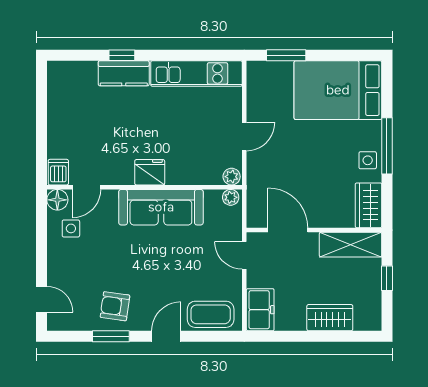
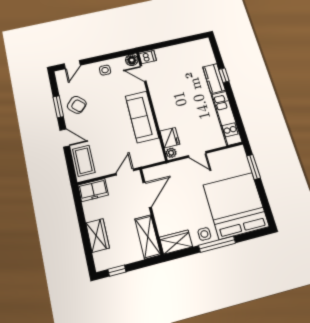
bed: (338, 90) -> (236, 205), width x1.36
fridge: (150, 172) -> (170, 138), moved
plant: (231, 197) -> (158, 155), removed
side table: (71, 228) -> (105, 70), moved
window: (387, 278) -> (117, 271), moved
armchair: (115, 306) -> (77, 105), turned 126

